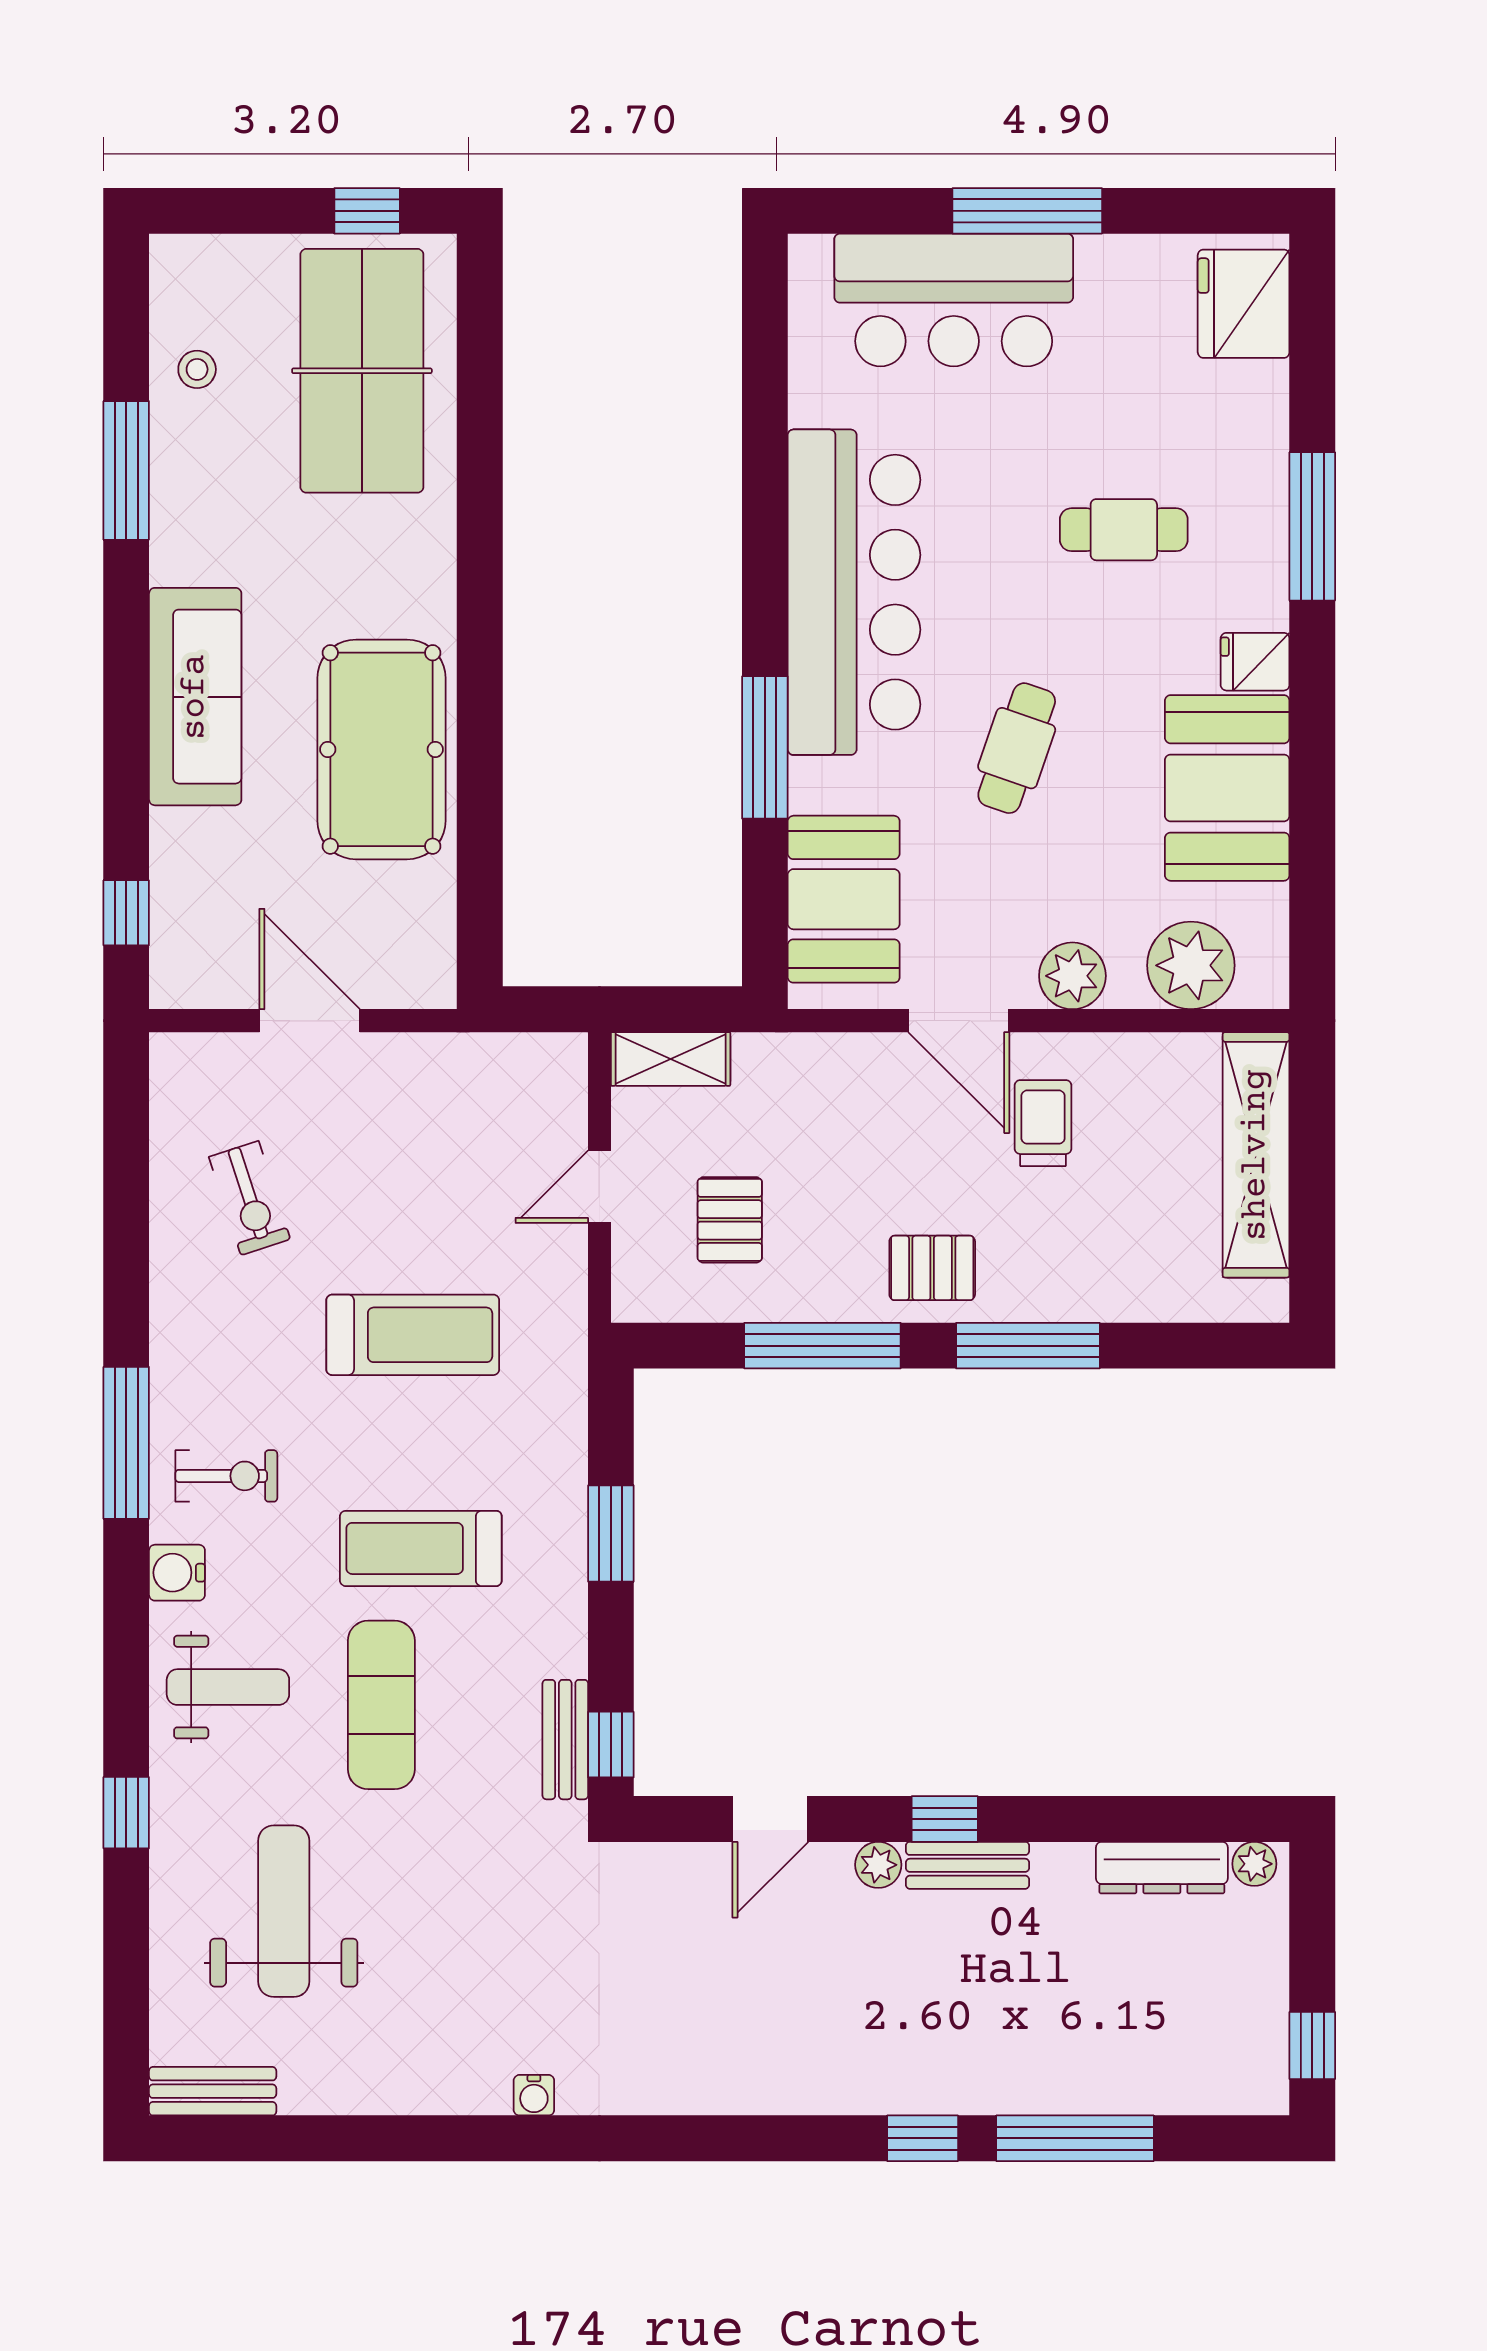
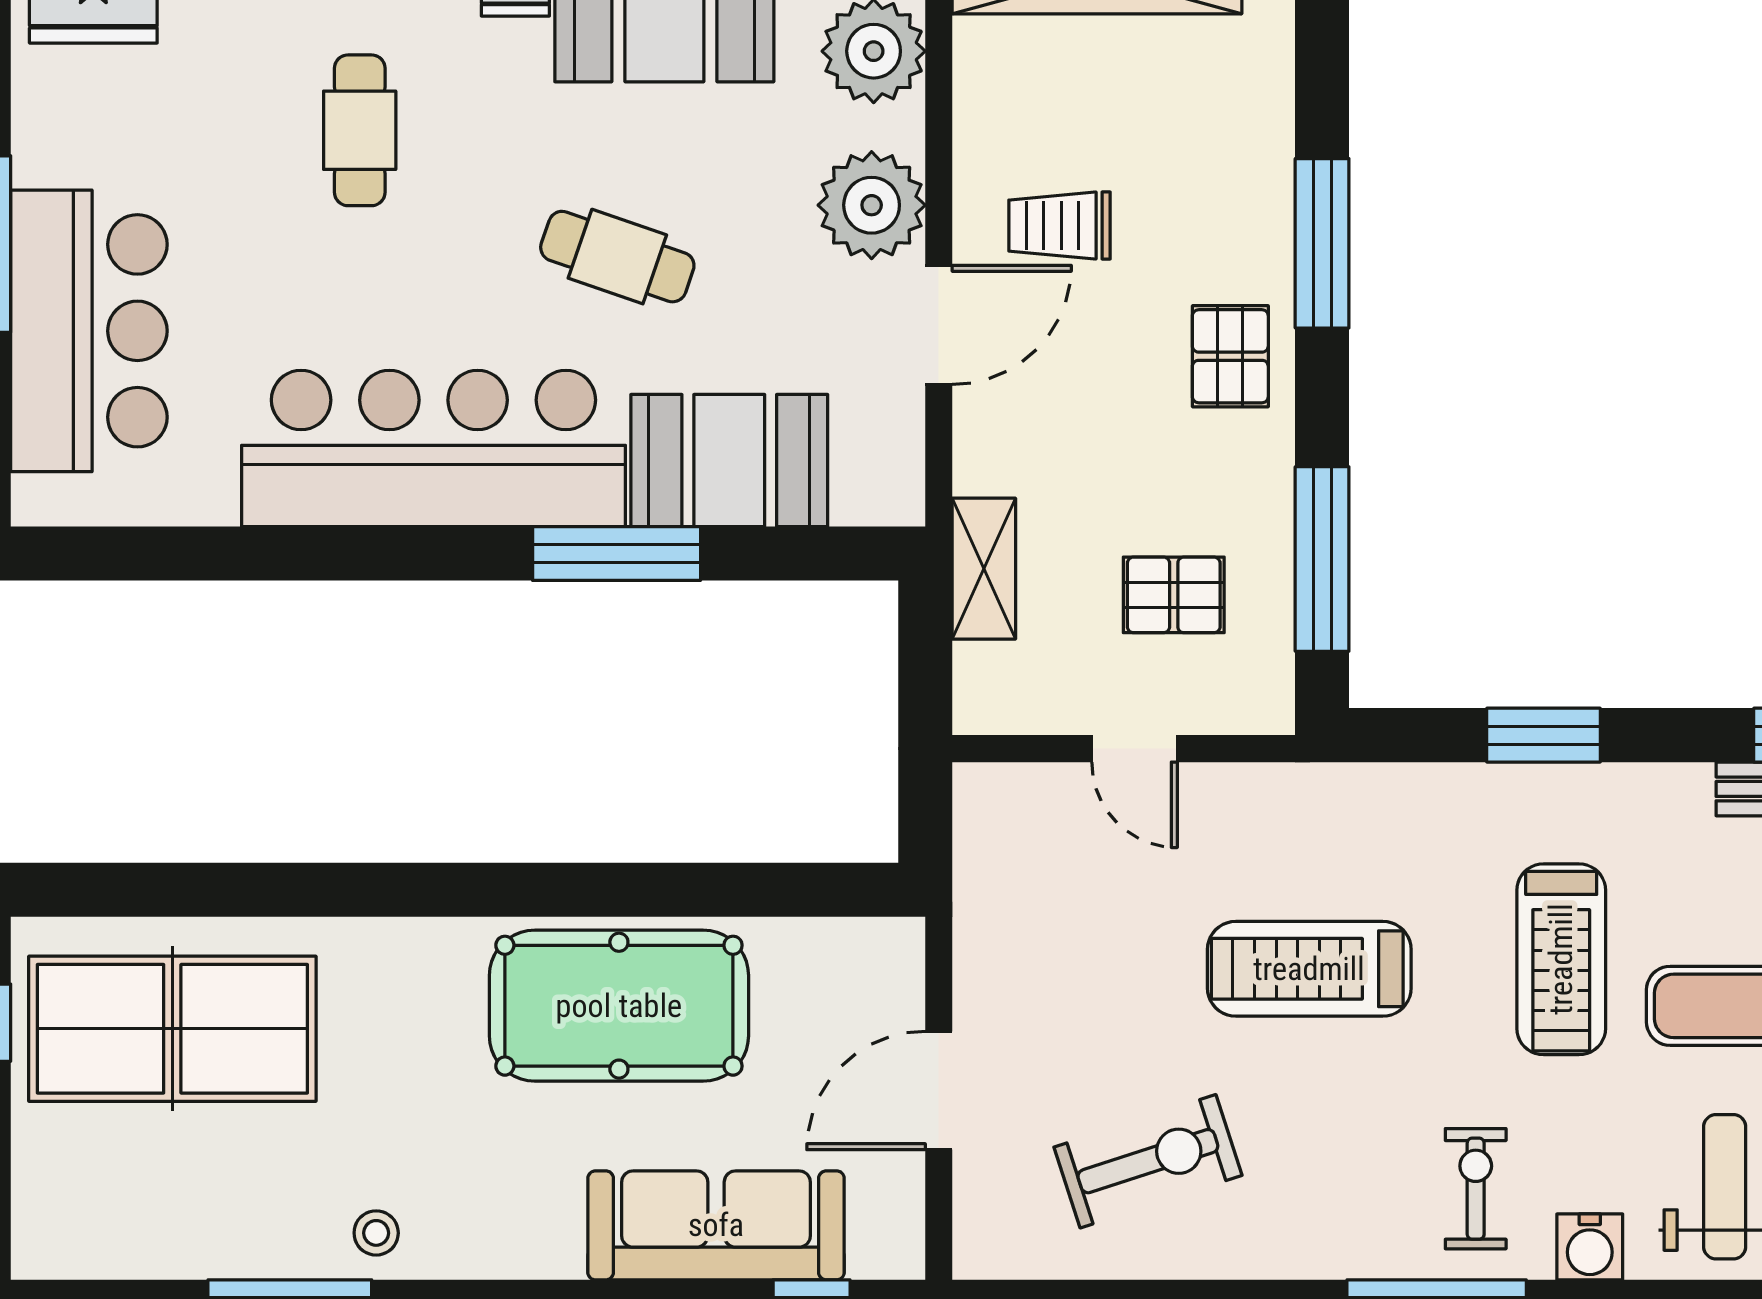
stool: (197, 369) -> (376, 1233), moved
sofa: (195, 697) -> (716, 1225), moved
booth: (844, 899) -> (729, 461), moved
plant: (1072, 976) -> (872, 205), width x1.36, depth x1.36
shelving: (671, 1059) -> (984, 569), moved
exercise bike: (250, 1198) -> (1148, 1161), width x1.38, depth x1.39
treadmill: (413, 1335) -> (1309, 969), turned -90
window: (822, 1346) -> (1322, 559), moved

